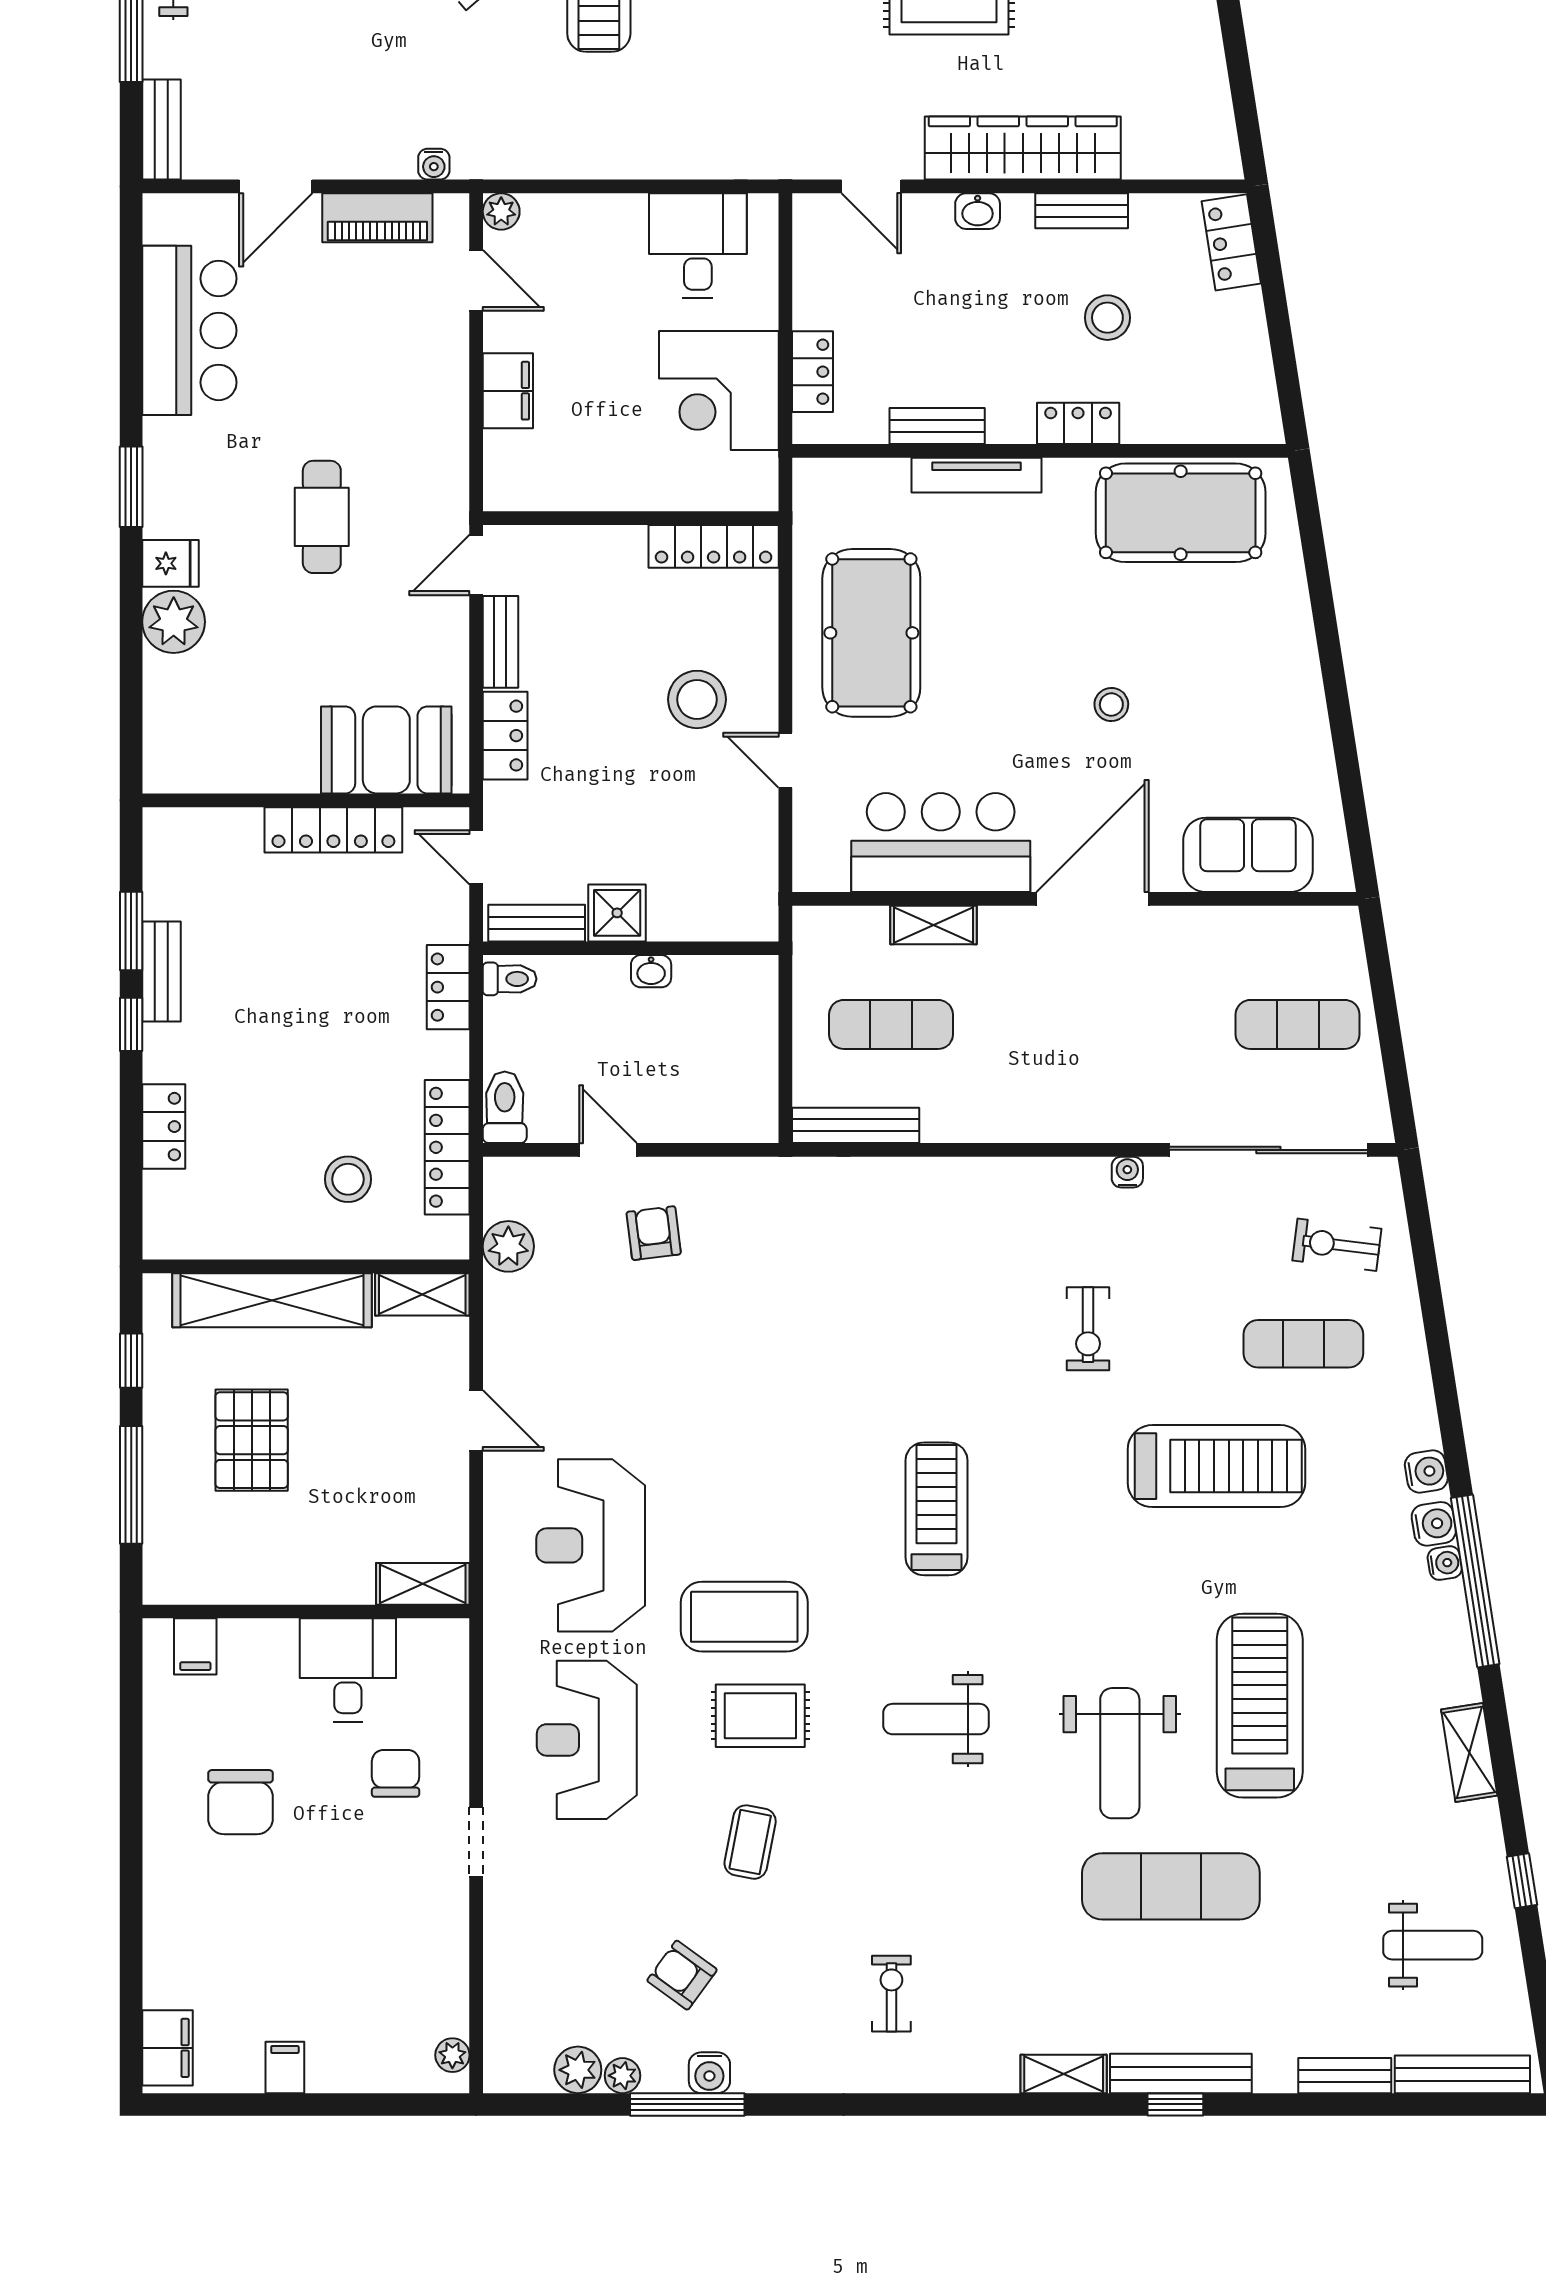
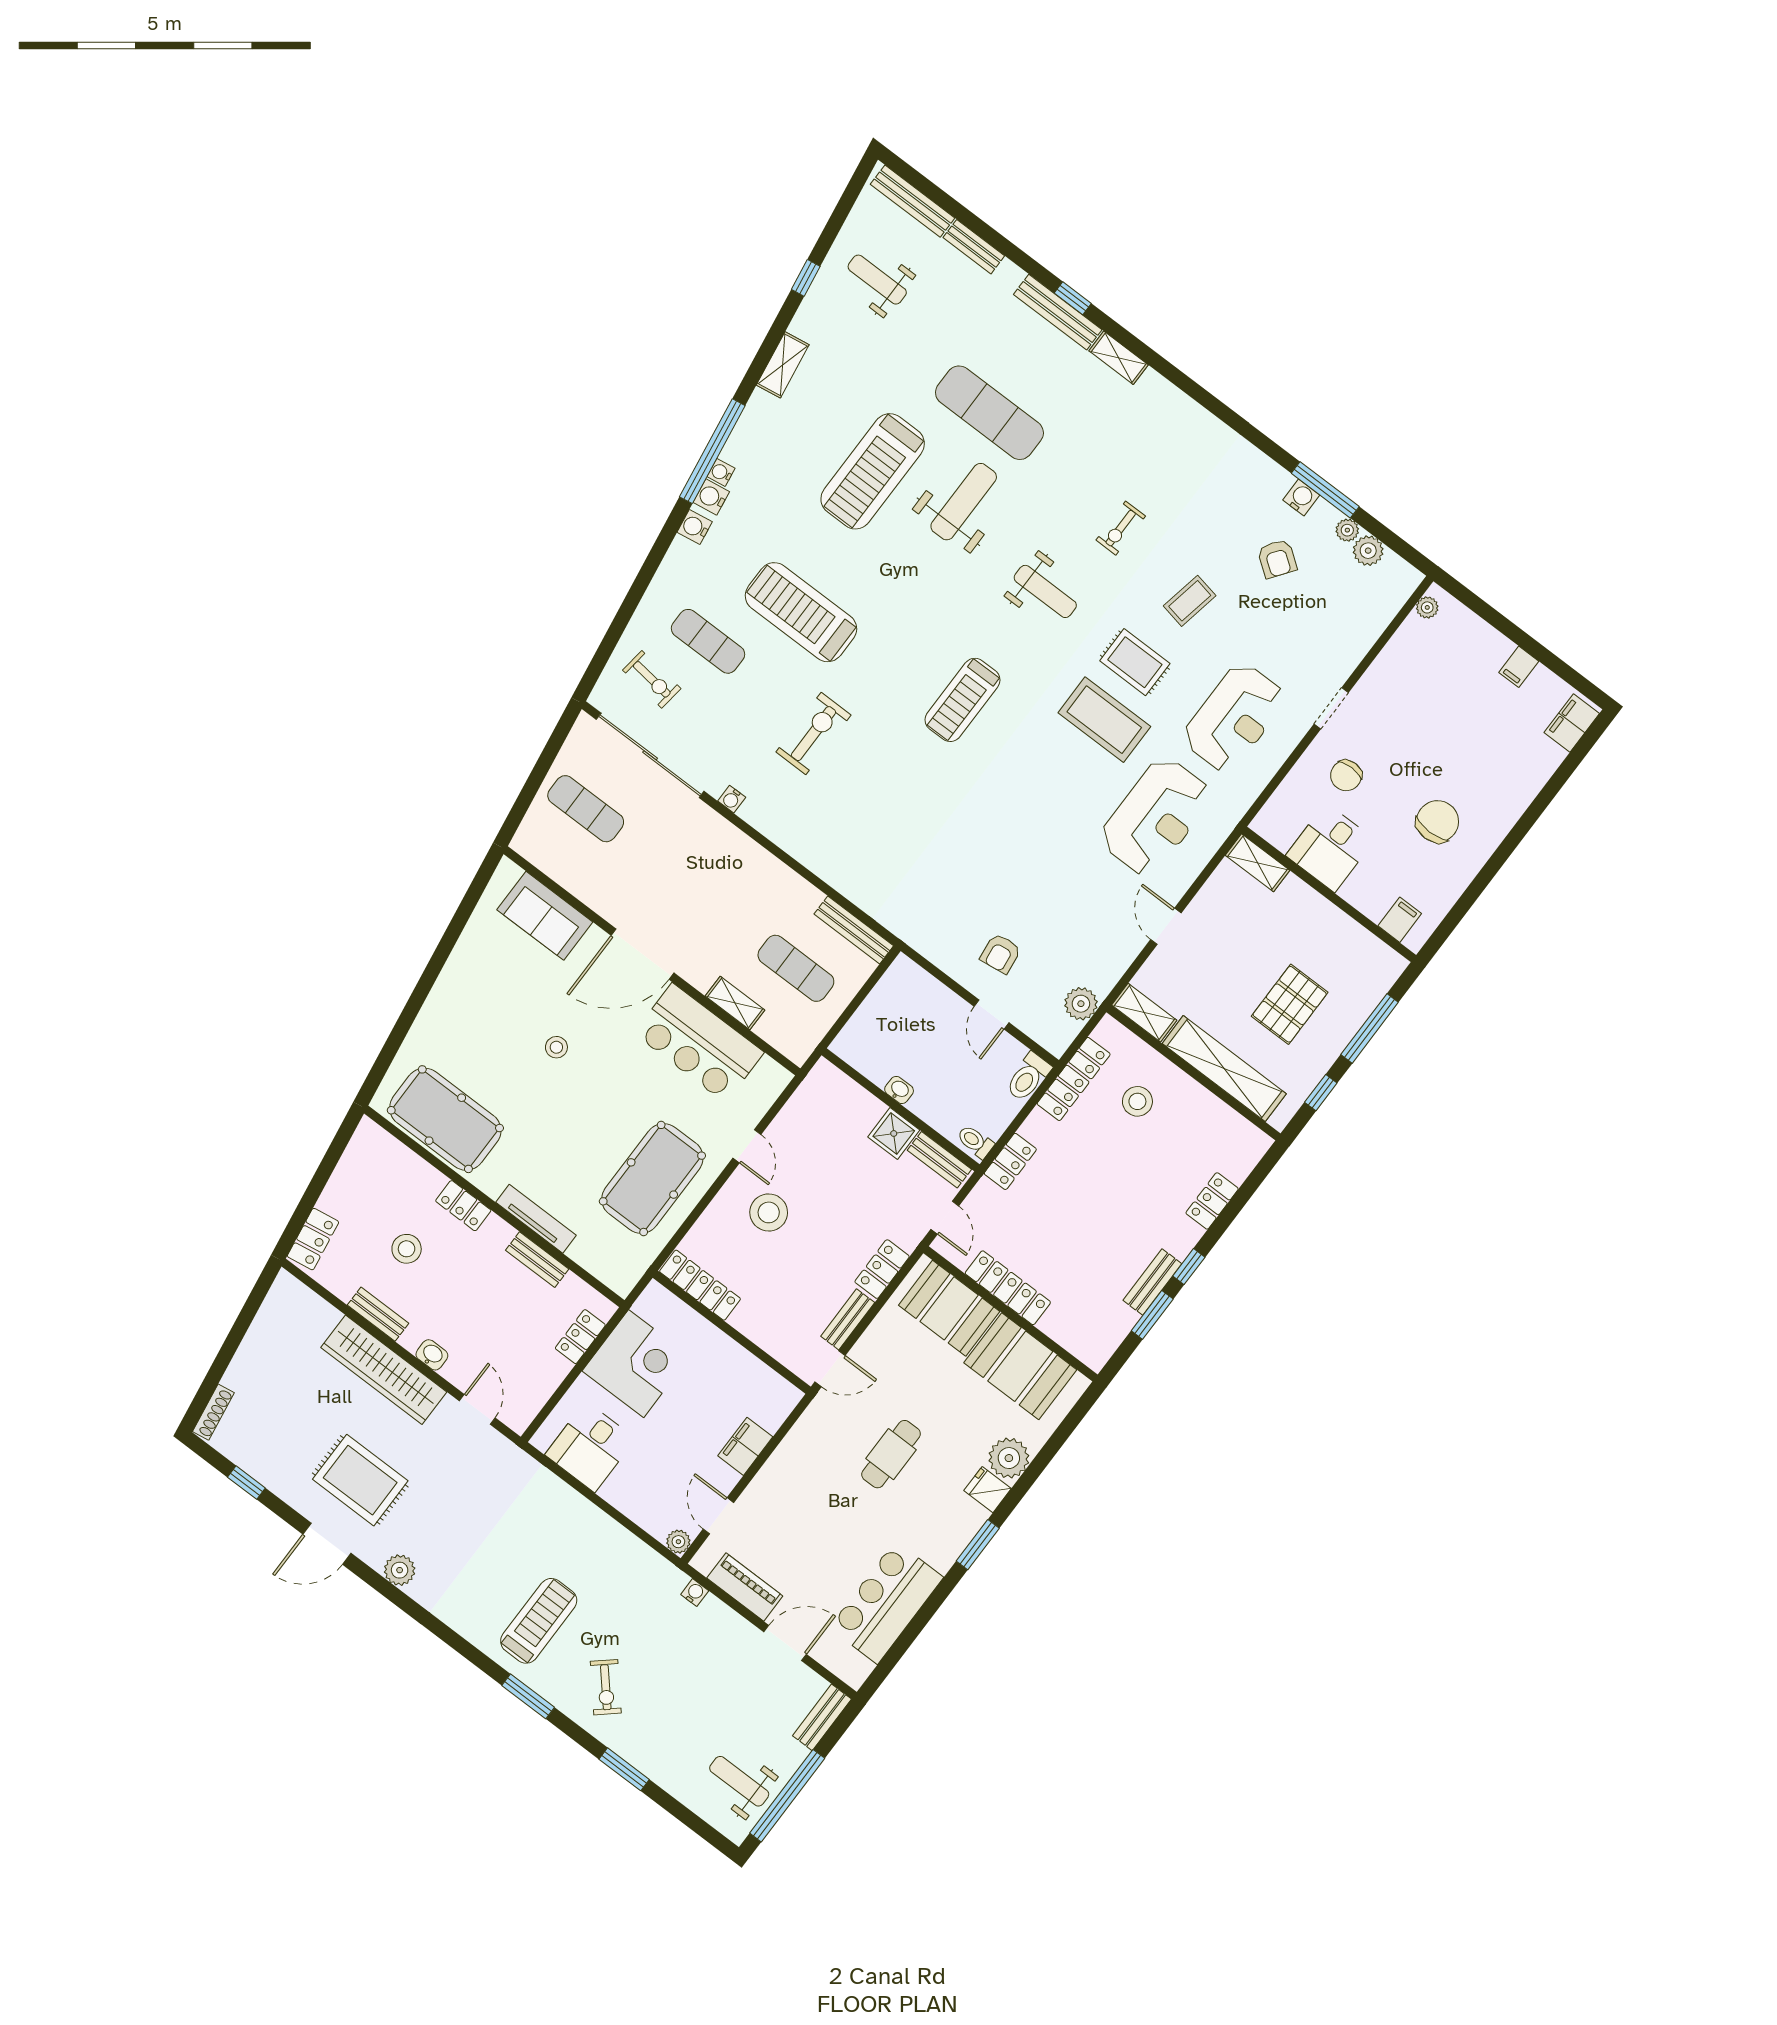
booth: (245, 745) -> (1020, 1366), added
exercise bike: (1088, 1329) -> (813, 734), width x1.38, depth x1.39
exercise bike: (891, 1994) -> (1121, 528), moved

